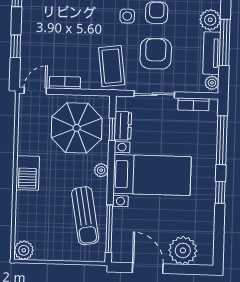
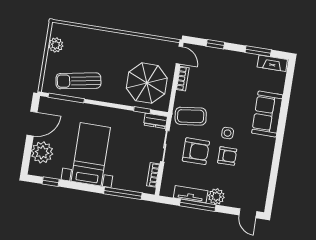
plant: (212, 83) -> (168, 191), removed
dresser: (123, 126) -> (155, 121), moved
plant: (101, 170) -> (112, 98), removed
barbecue: (28, 173) -> (117, 41), removed
bed with nightstands: (152, 175) -> (91, 154), moved, turned 180
window: (220, 192) -> (51, 182), moved
plant: (24, 250) -> (56, 45), moved

